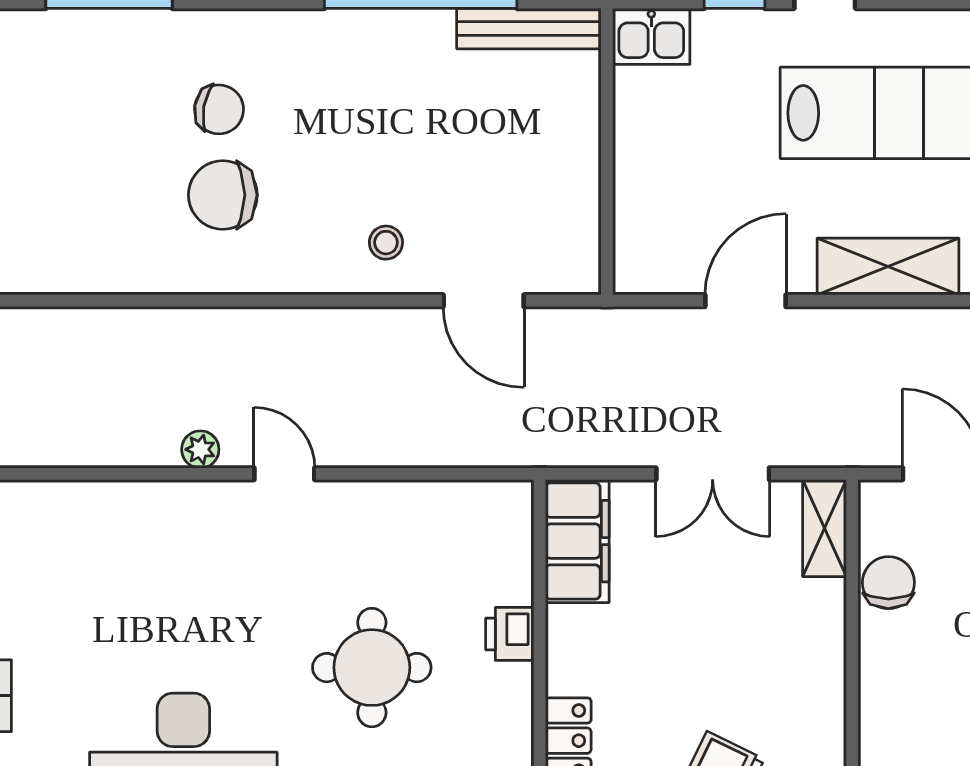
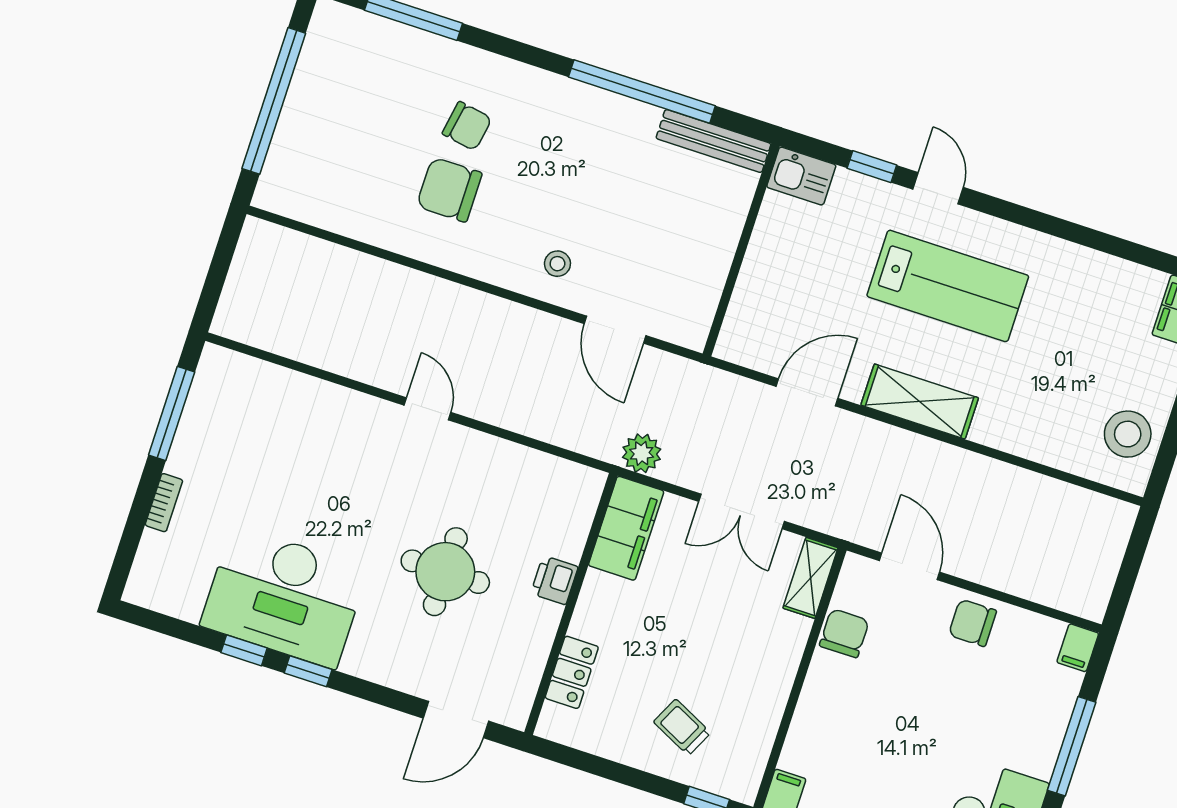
plant: (200, 449) -> (642, 453), moved, width x1.38, depth x1.38

